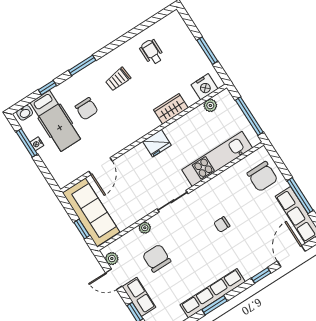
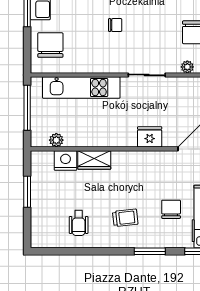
nightstand: (205, 87) -> (66, 161), moved
fridge: (157, 143) -> (150, 137), moved

